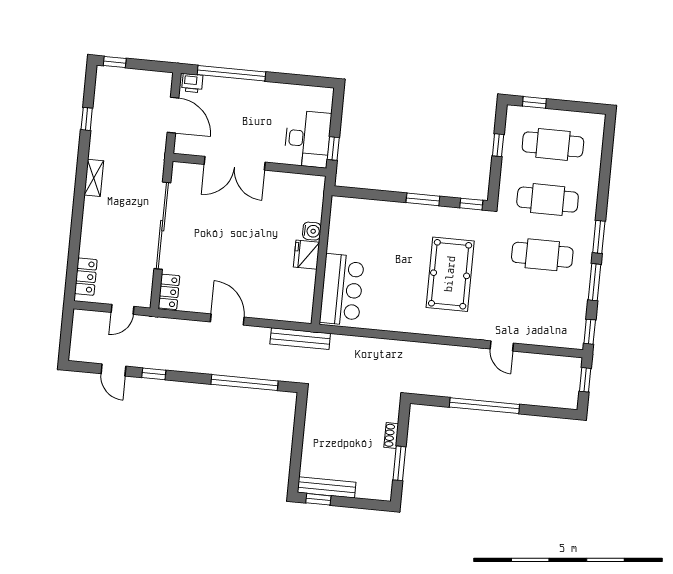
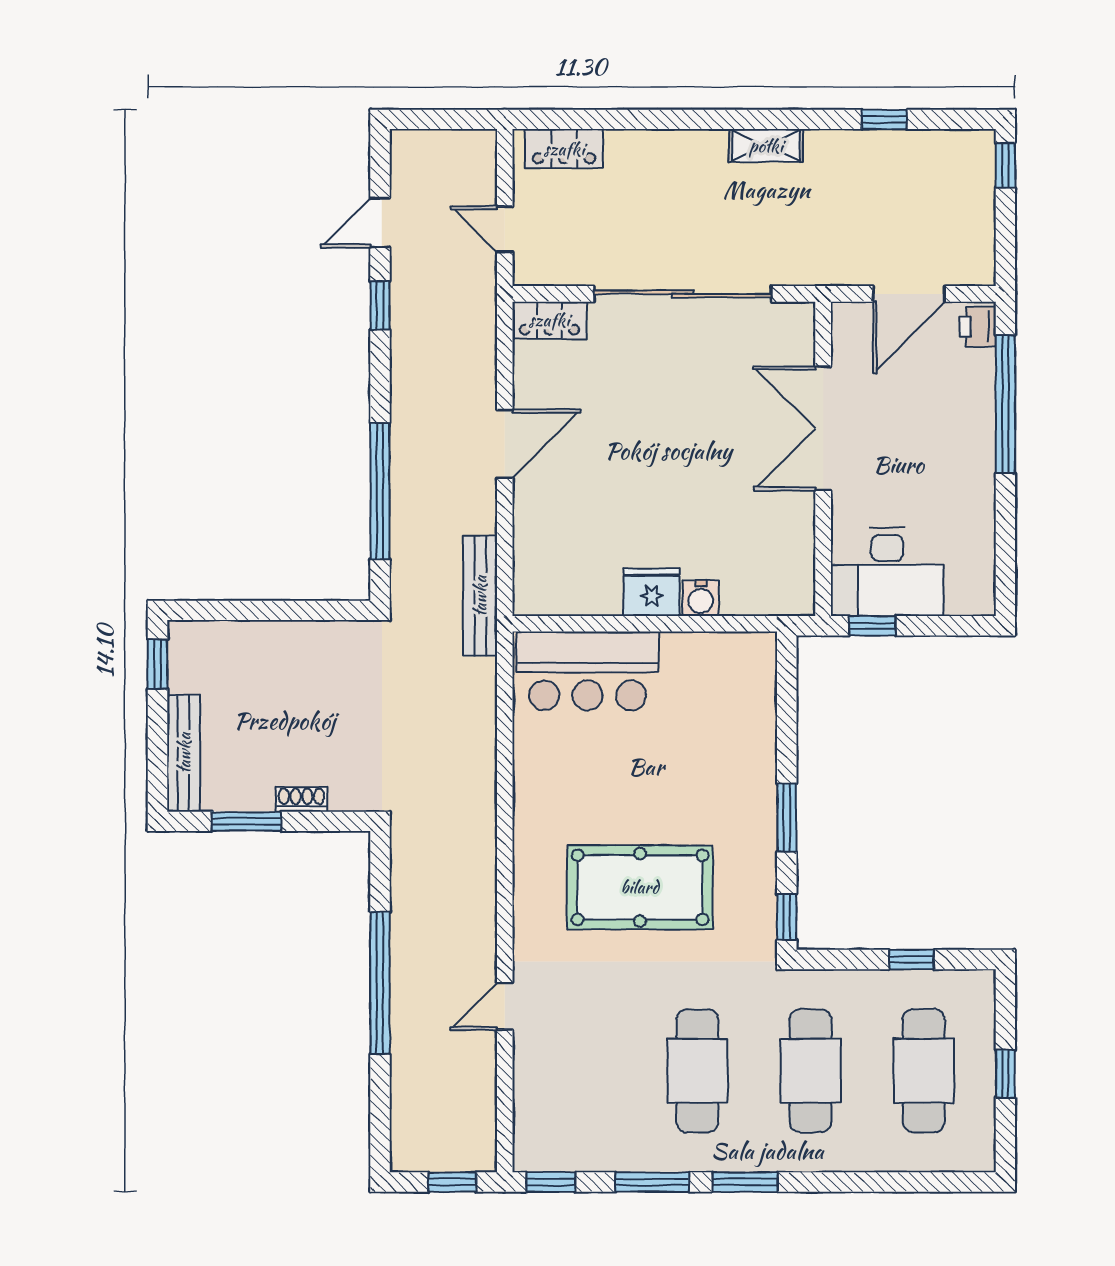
window: (534, 102) -> (1005, 1074), moved
bench: (327, 487) -> (184, 753), moved

